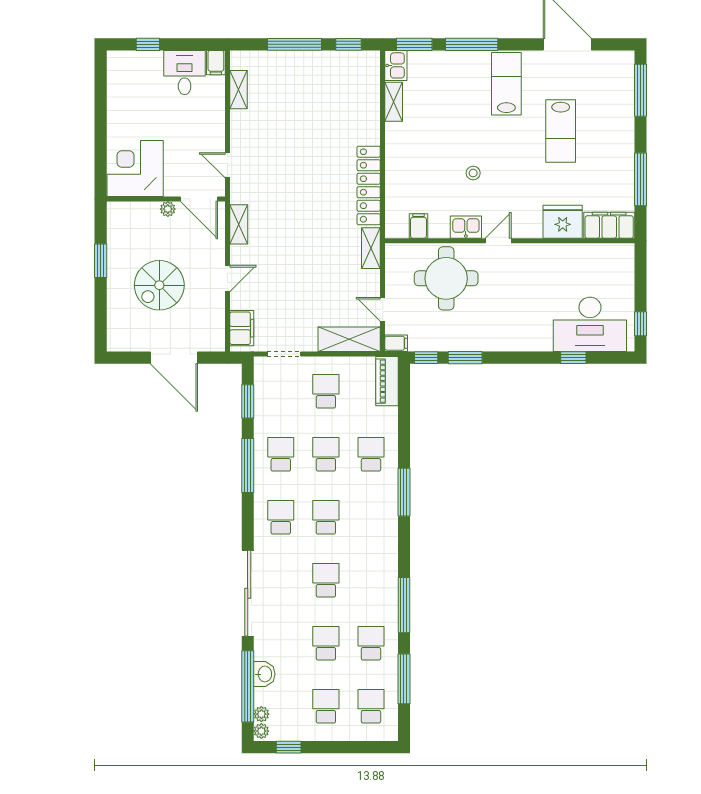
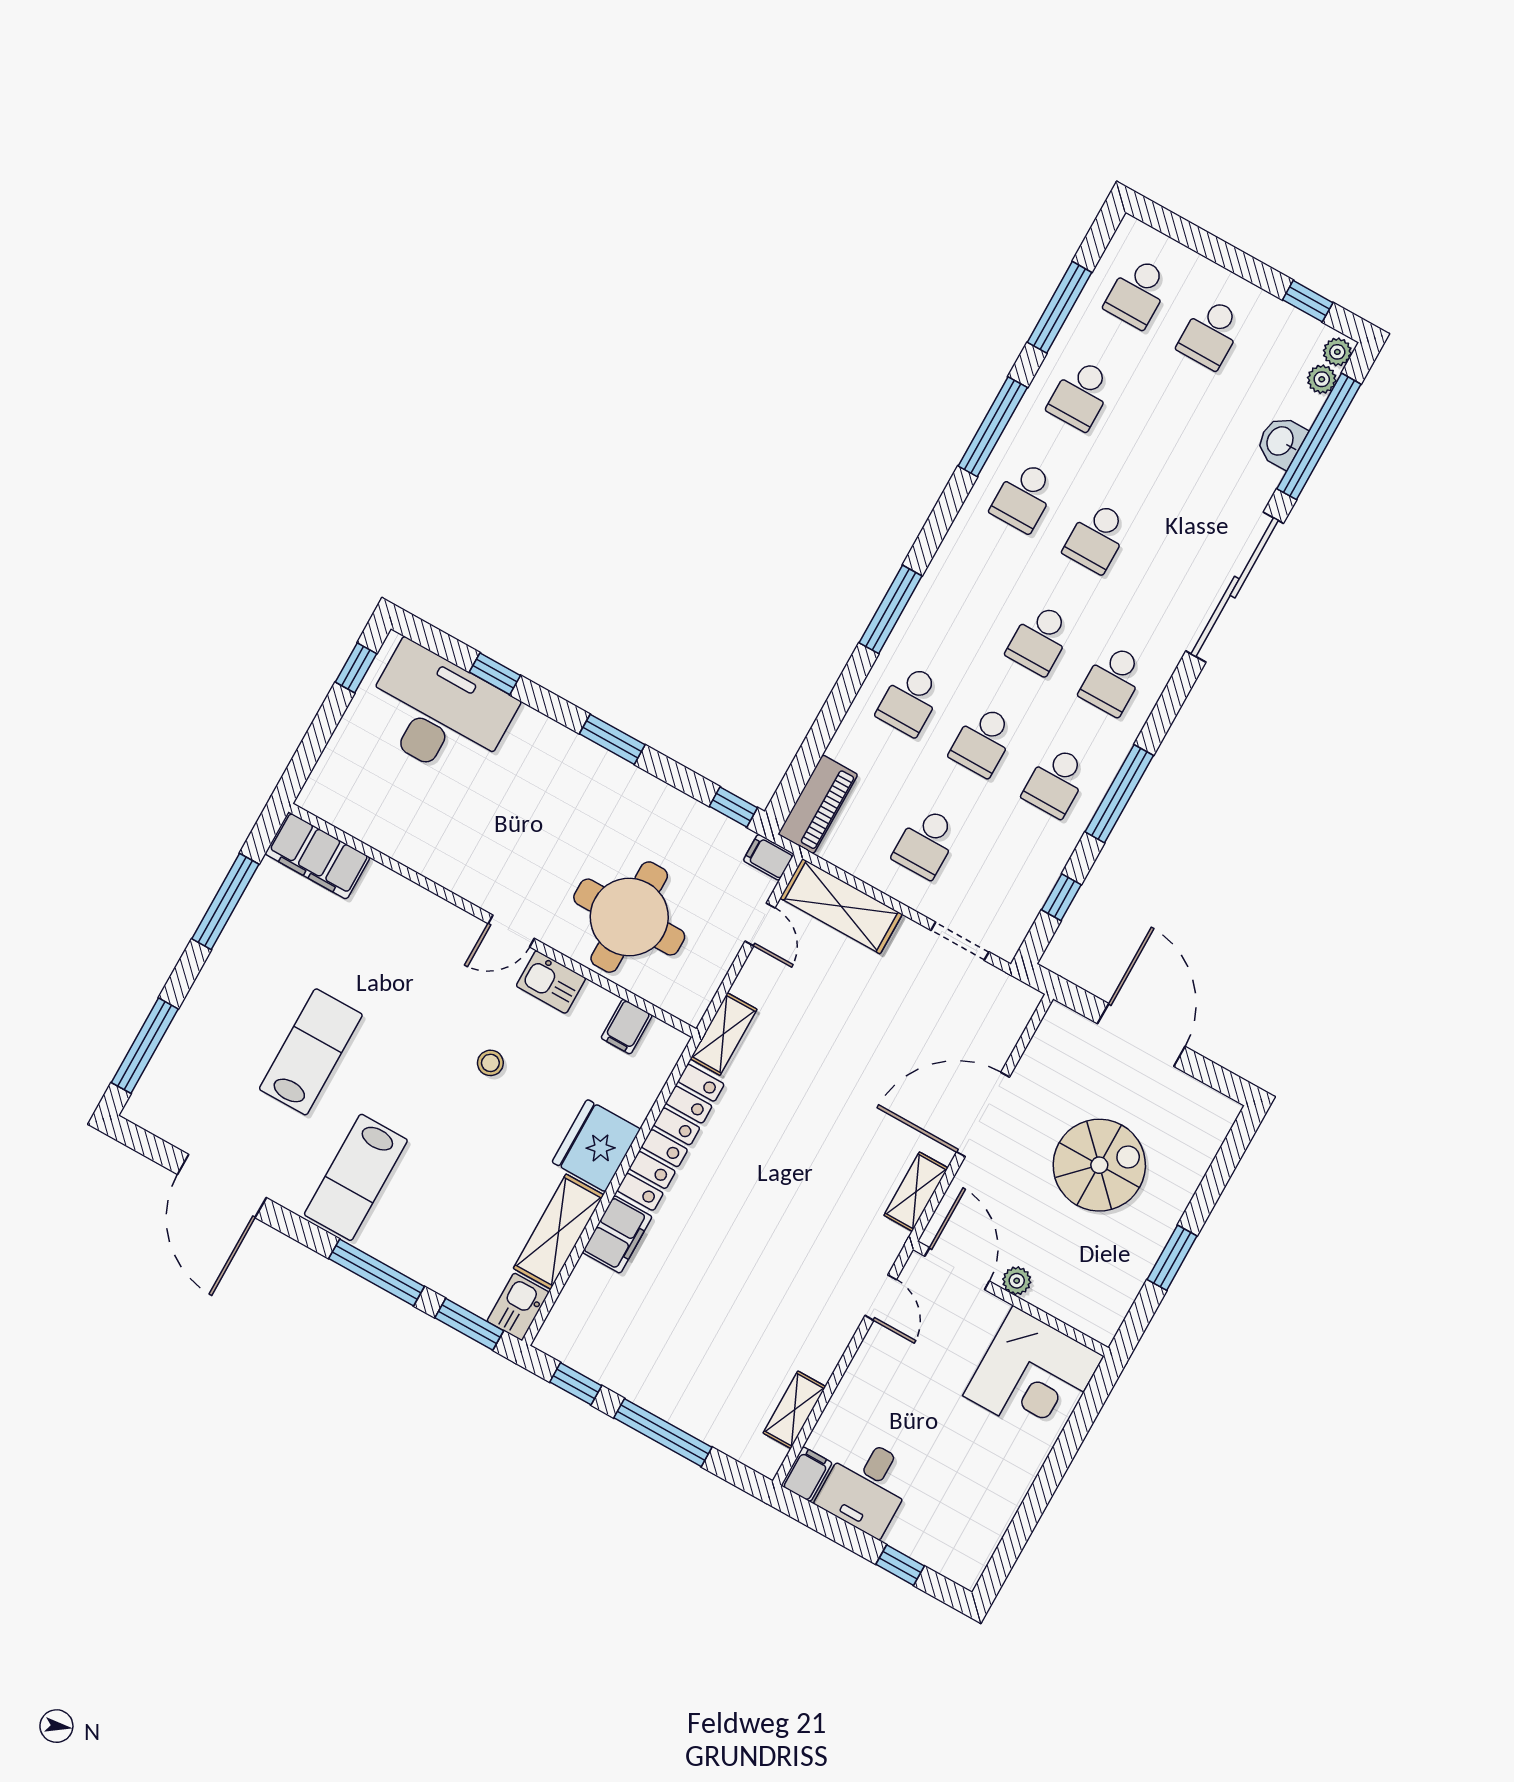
shelving: (394, 102) -> (559, 1232), width x1.50, depth x1.33
fridge: (563, 222) -> (596, 1146), moved, turned 90
door: (227, 278) -> (983, 1114), width x1.87
filing cabinet: (242, 328) -> (617, 1234), moved, turned 180
window: (465, 358) -> (612, 739), moved
window: (248, 401) -> (1061, 897), width x0.67
school desk: (326, 643) -> (1024, 497), moved

